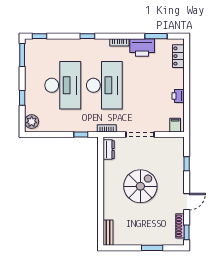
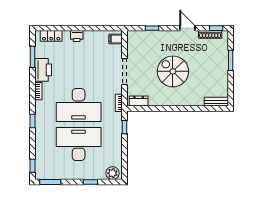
desk: (104, 85) -> (79, 105), turned 180
printer: (178, 96) -> (77, 36), moved

